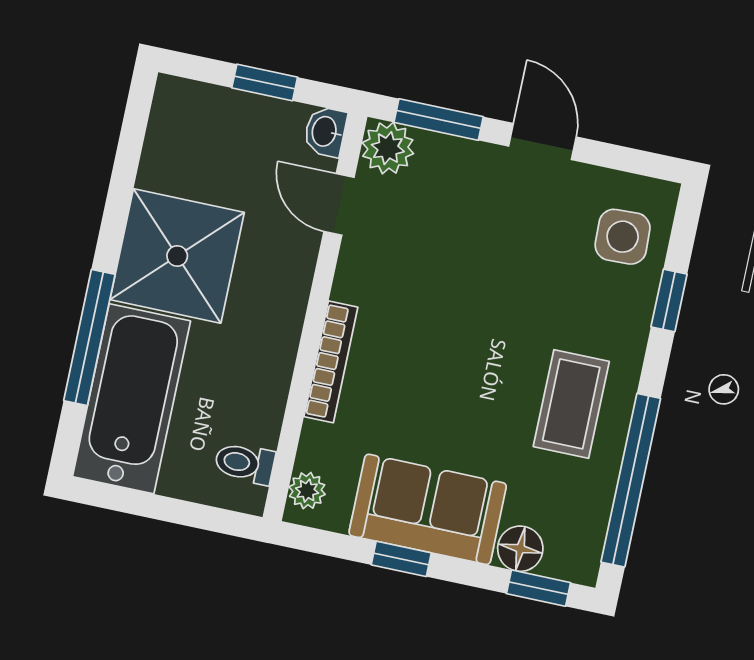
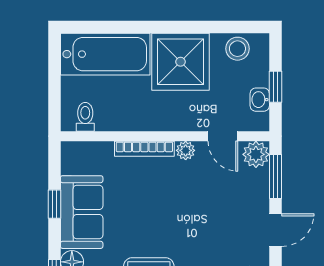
washbasin: (325, 132) -> (260, 100), moved, turned -90
stool: (175, 140) -> (237, 49), added
door: (339, 204) -> (223, 136), swing flipped
window: (89, 337) -> (131, 27), removed
plant: (307, 491) -> (186, 150), moved

